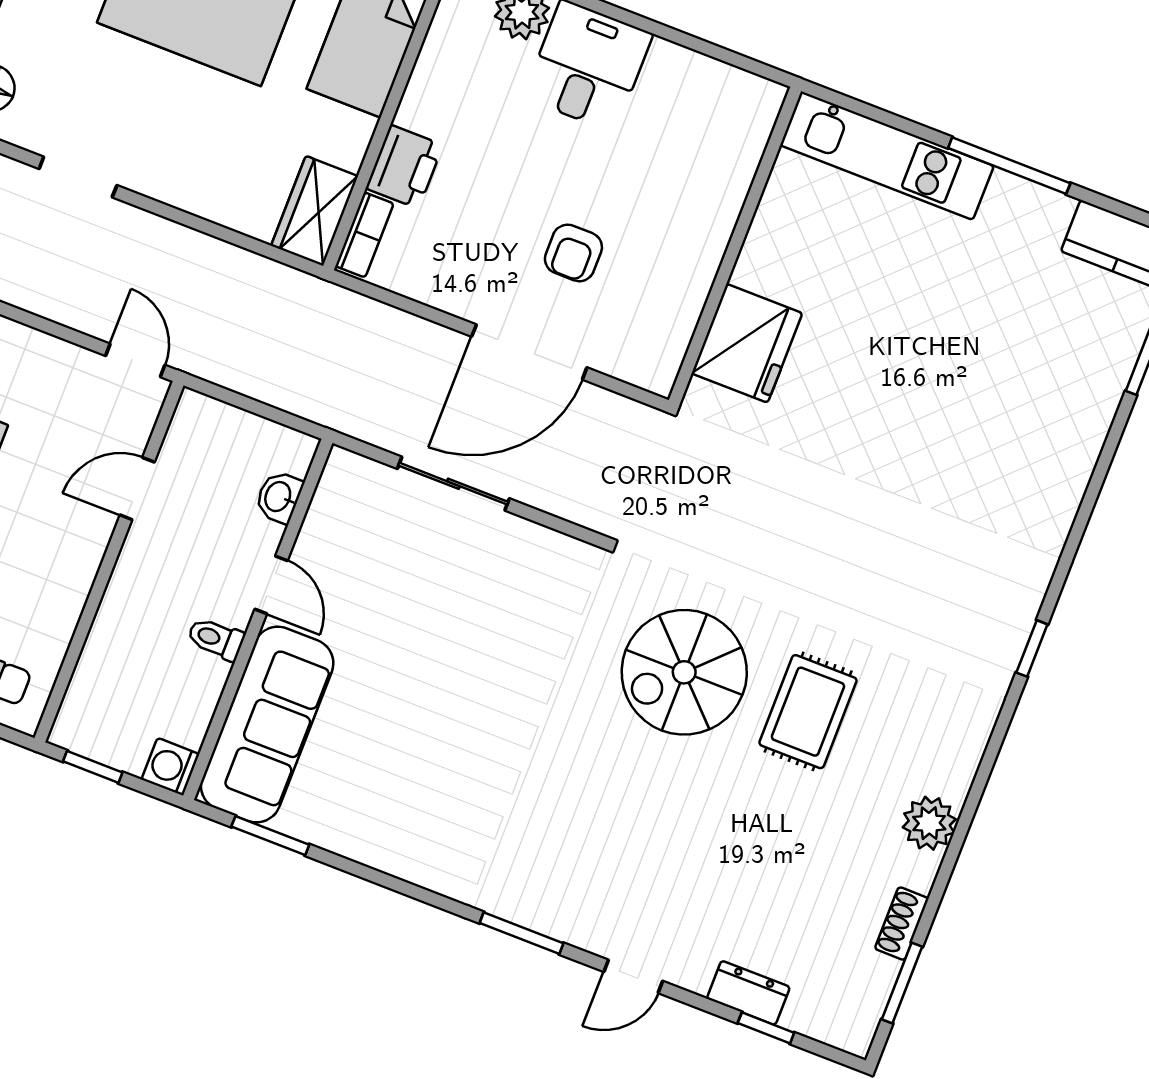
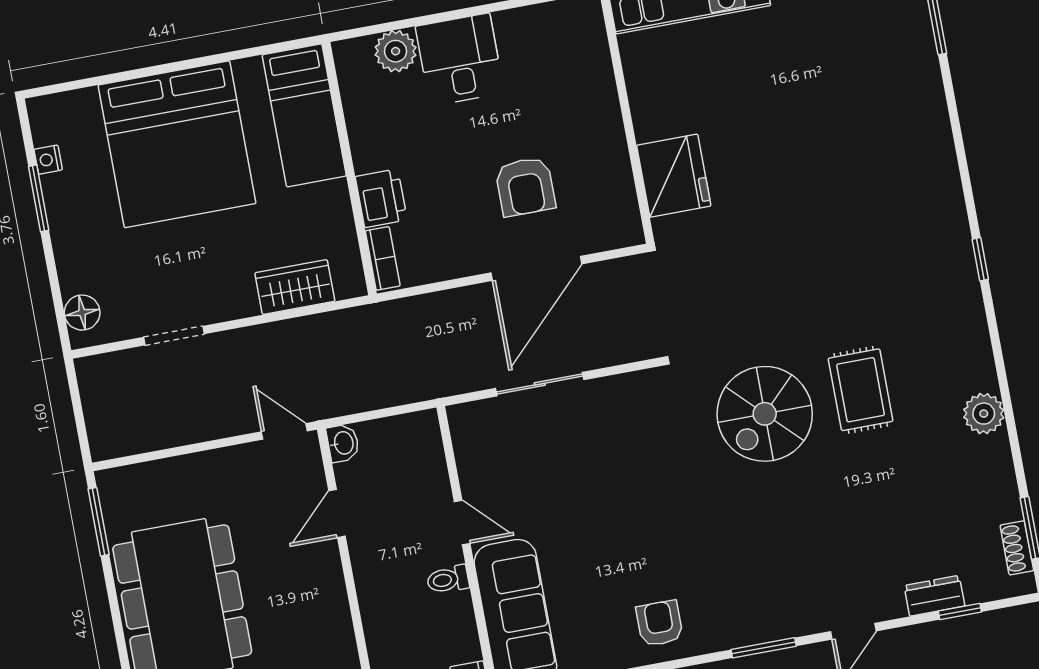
wardrobe: (315, 211) -> (295, 287), moved, turned 90
armchair: (573, 253) -> (525, 187), width x1.38, depth x1.38
washbasin: (279, 497) -> (343, 443), moved, turned 180
armchair: (422, 834) -> (659, 623), added
shoe rack: (902, 924) -> (1017, 548), moved

